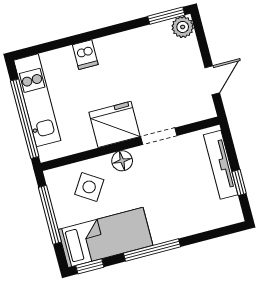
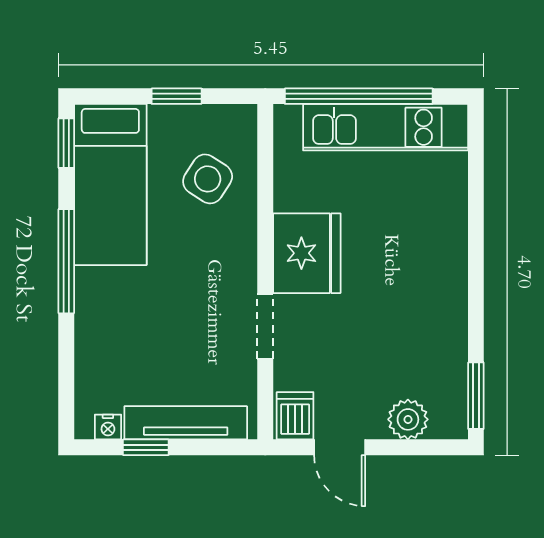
plant: (183, 27) -> (408, 419), moved
dishwasher: (85, 55) -> (295, 416), moved, turned 90
floor lamp: (122, 161) -> (239, 250), removed
nightstand: (234, 205) -> (108, 427), added
window: (50, 215) -> (177, 96), width x0.46

